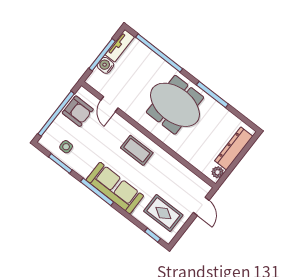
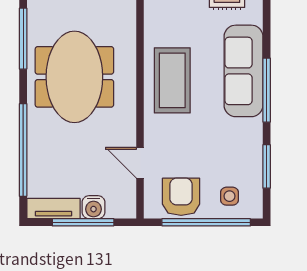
door: (109, 104) -> (140, 163), swing flipped
side table: (66, 147) -> (229, 196), moved
coffee table: (137, 150) -> (172, 80), width x1.36, depth x1.32

